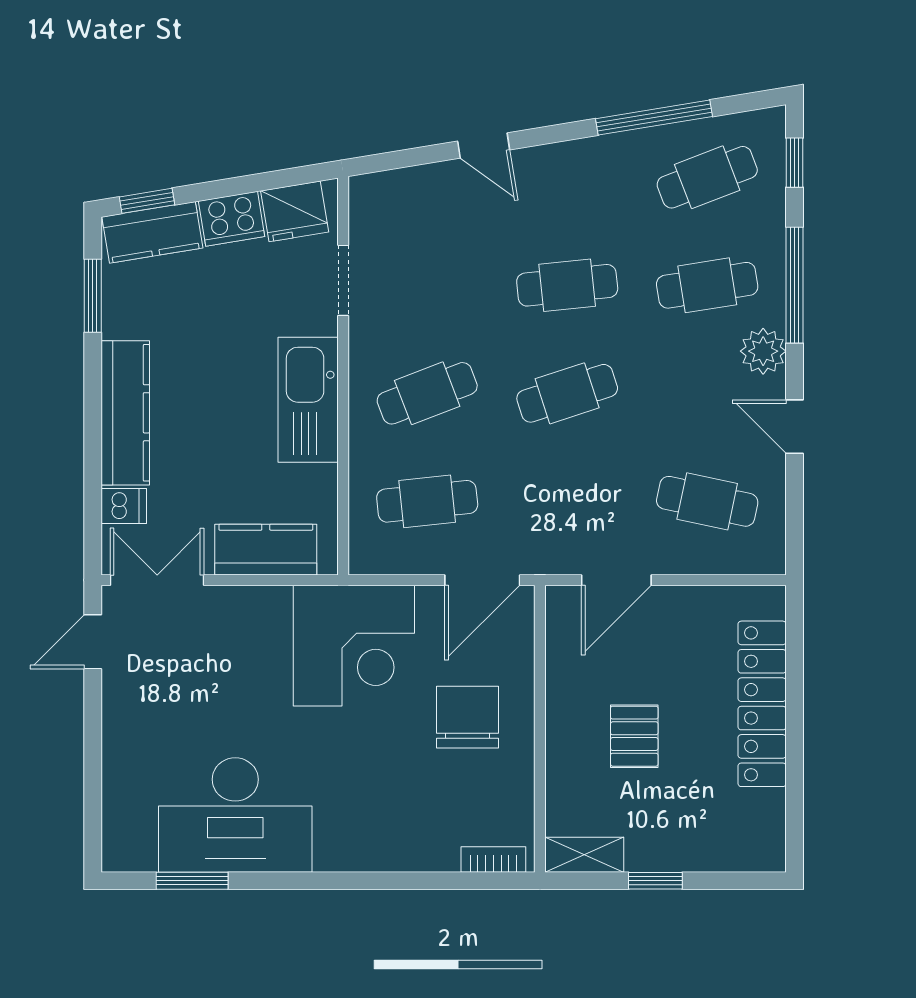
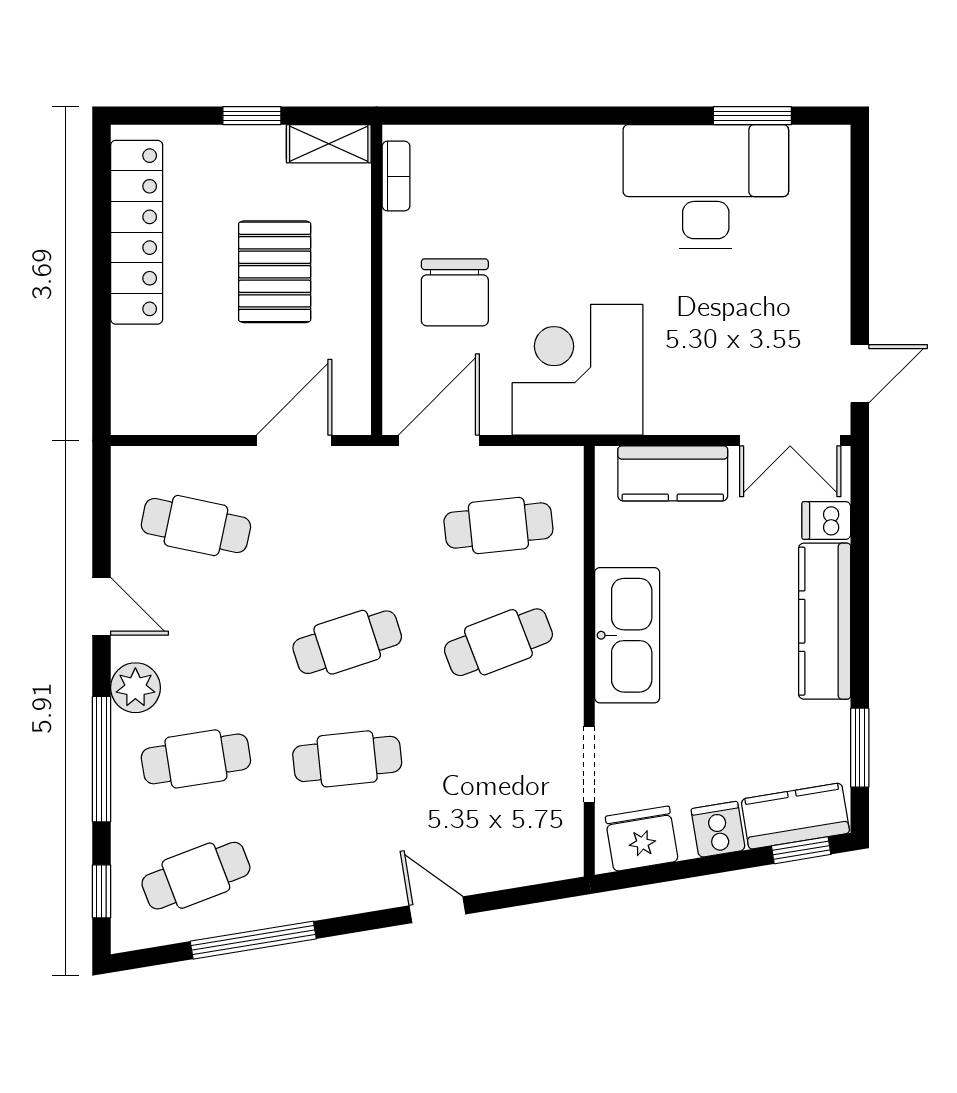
cooker: (232, 219) -> (718, 829), width x0.73
locker: (762, 704) -> (137, 232), moved
pallet: (634, 736) -> (275, 272), width x1.50, depth x1.42
bookcase: (493, 859) -> (396, 176), moved, turned -90

